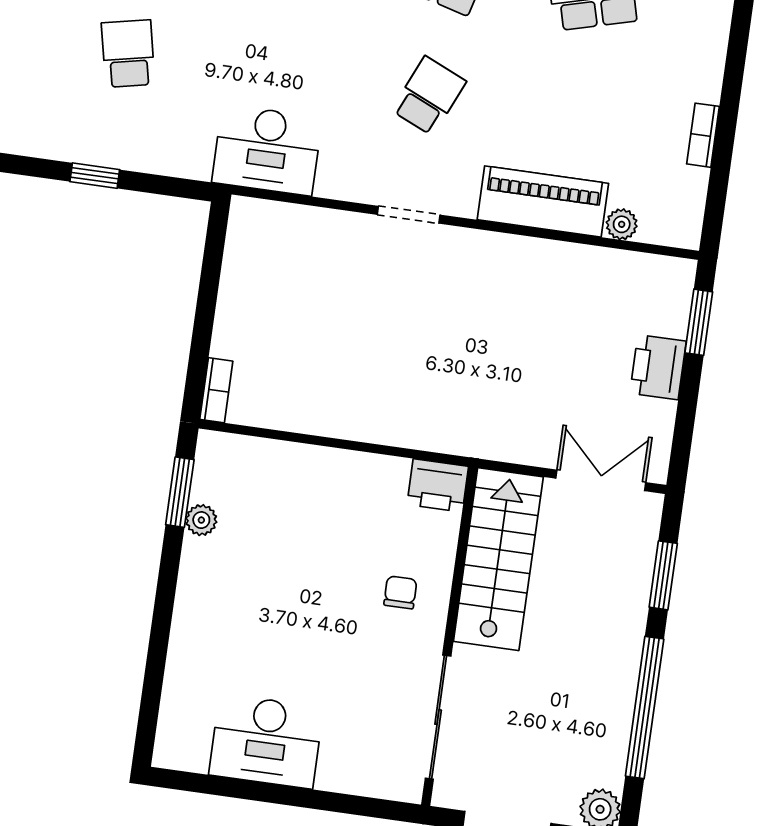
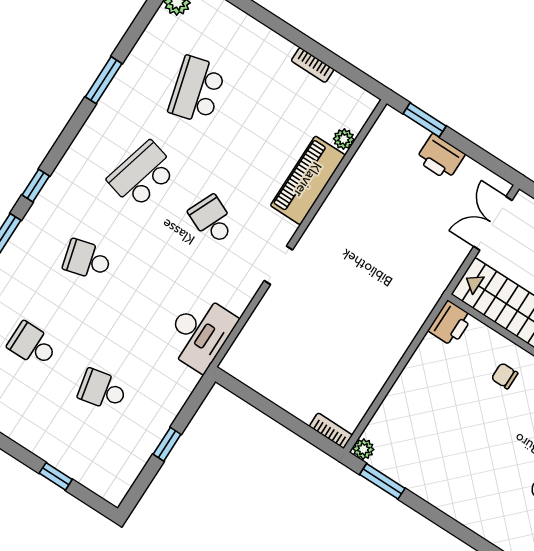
plant: (201, 520) -> (363, 449), moved

